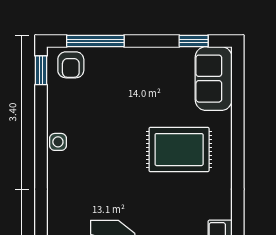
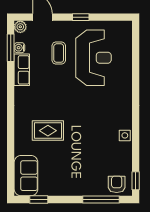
rug: (179, 150) -> (48, 131), width x0.73, depth x0.70

